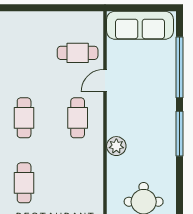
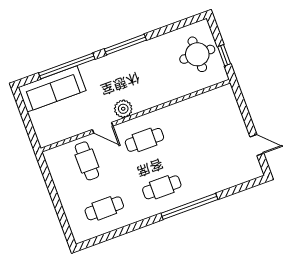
sofa: (140, 25) -> (52, 89), moved, turned 90
plant: (116, 146) -> (123, 109), moved
cafe table: (24, 183) -> (104, 208), moved

